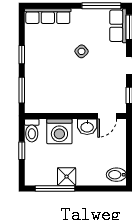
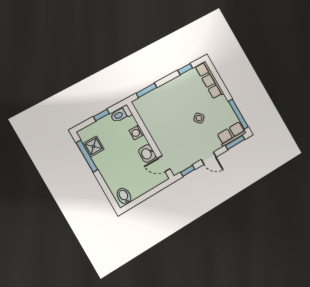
window: (22, 55) -> (185, 69), moved
washing machine: (59, 131) -> (136, 132), width x0.53, depth x0.53
shower: (67, 177) -> (93, 146), moved

